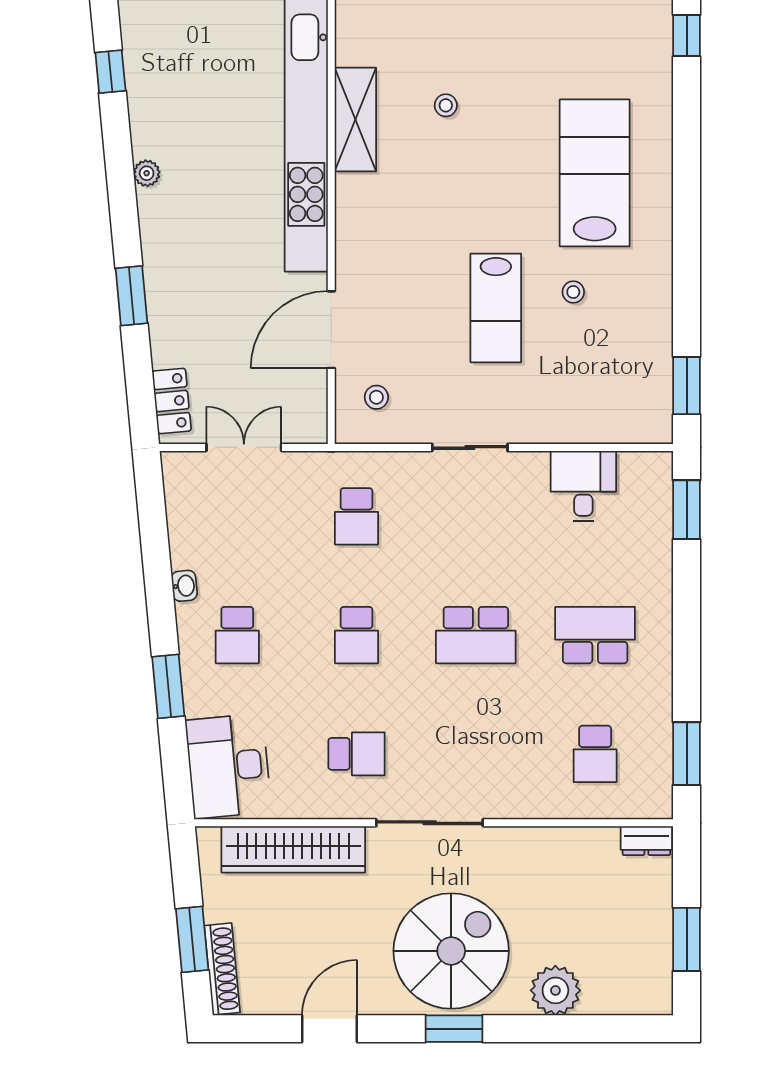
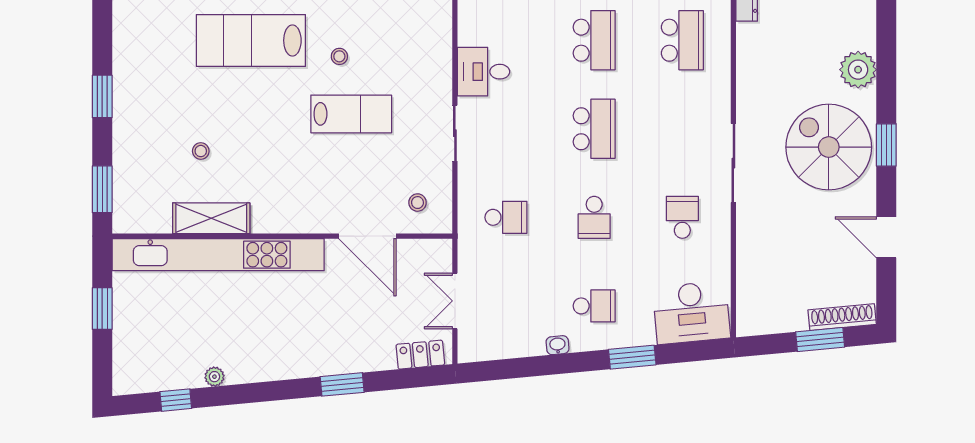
plant: (147, 173) -> (214, 377), moved
desk: (583, 486) -> (483, 72), moved
school desk: (357, 635) -> (594, 217), turned 90
school desk: (595, 635) -> (594, 40), turned 180
school desk: (595, 754) -> (682, 40), width x1.85
wardrobe: (293, 849) -> (753, 264), removed

